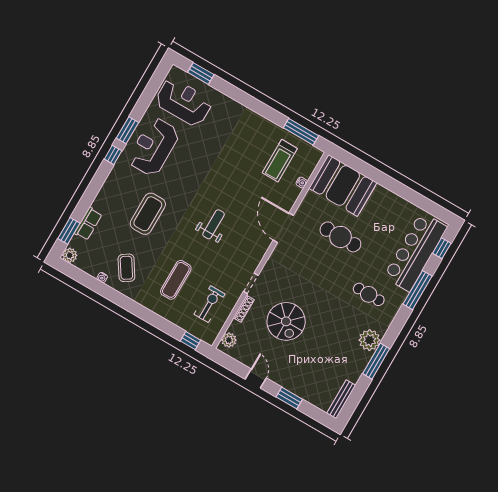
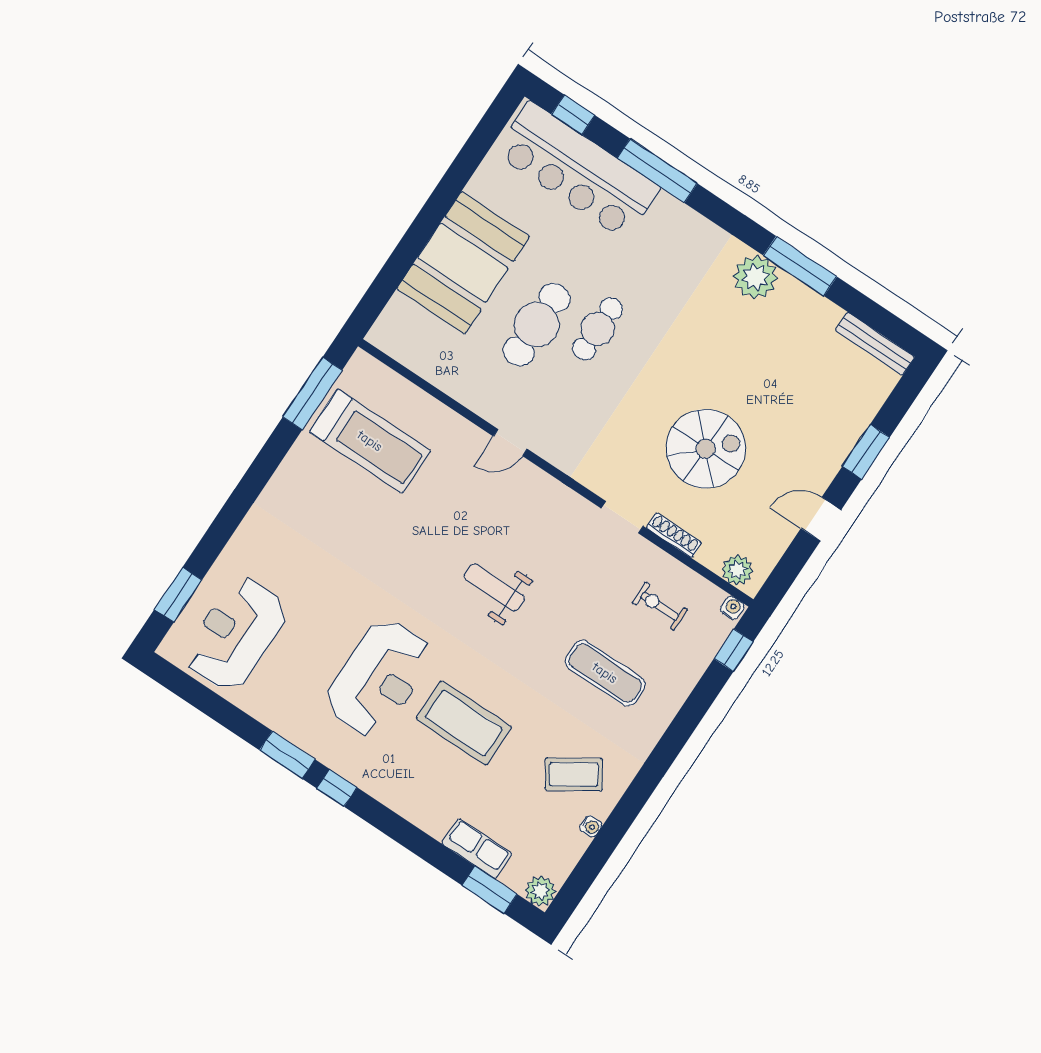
reception desk: (154, 147) -> (379, 678), moved, turned -90
treadmill: (280, 161) -> (370, 441), width x1.37, depth x1.37
water cooler: (302, 182) -> (732, 608), moved
booth: (343, 185) -> (463, 263), moved
door: (283, 228) -> (510, 443), width x0.53
cafe table: (369, 294) -> (598, 329), moved
exercise bike: (209, 304) -> (660, 606), width x0.73, depth x0.72

